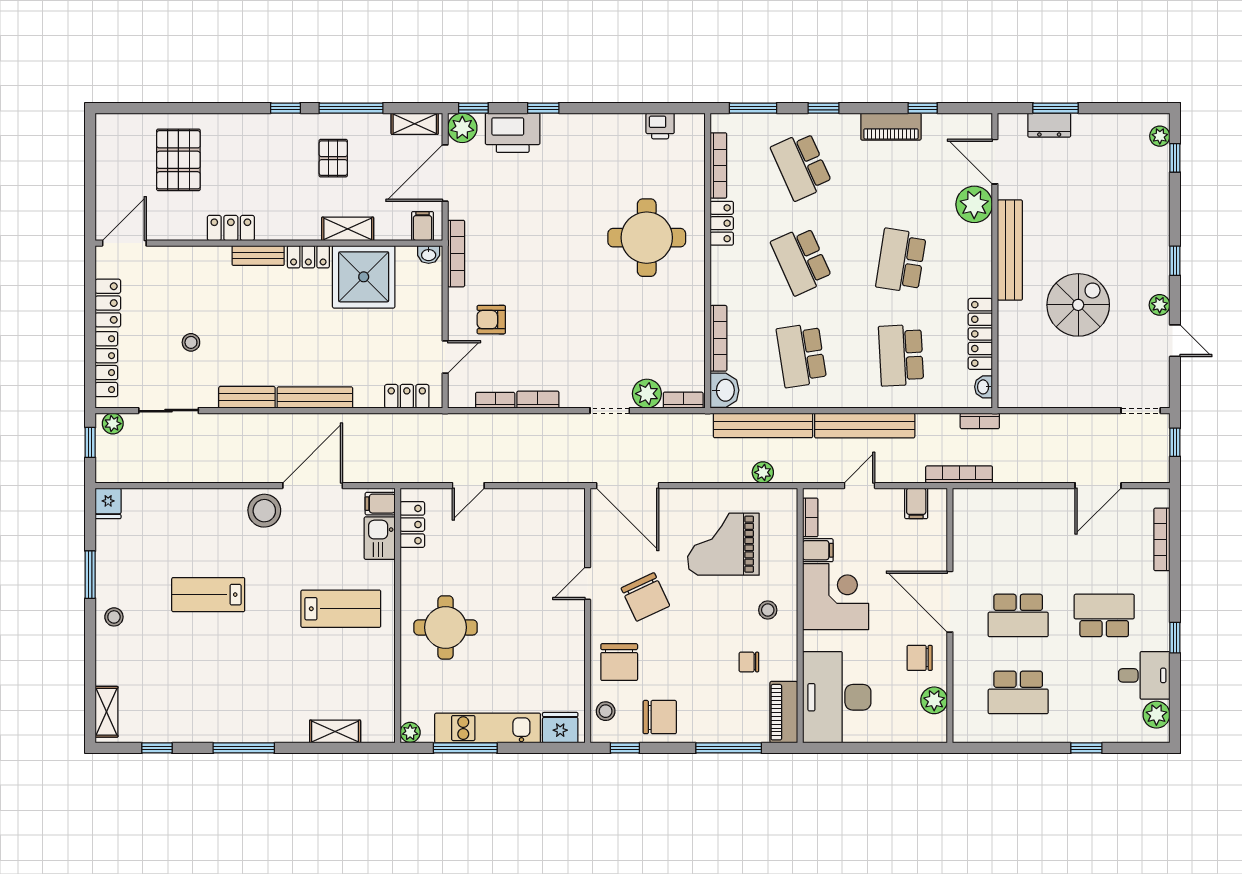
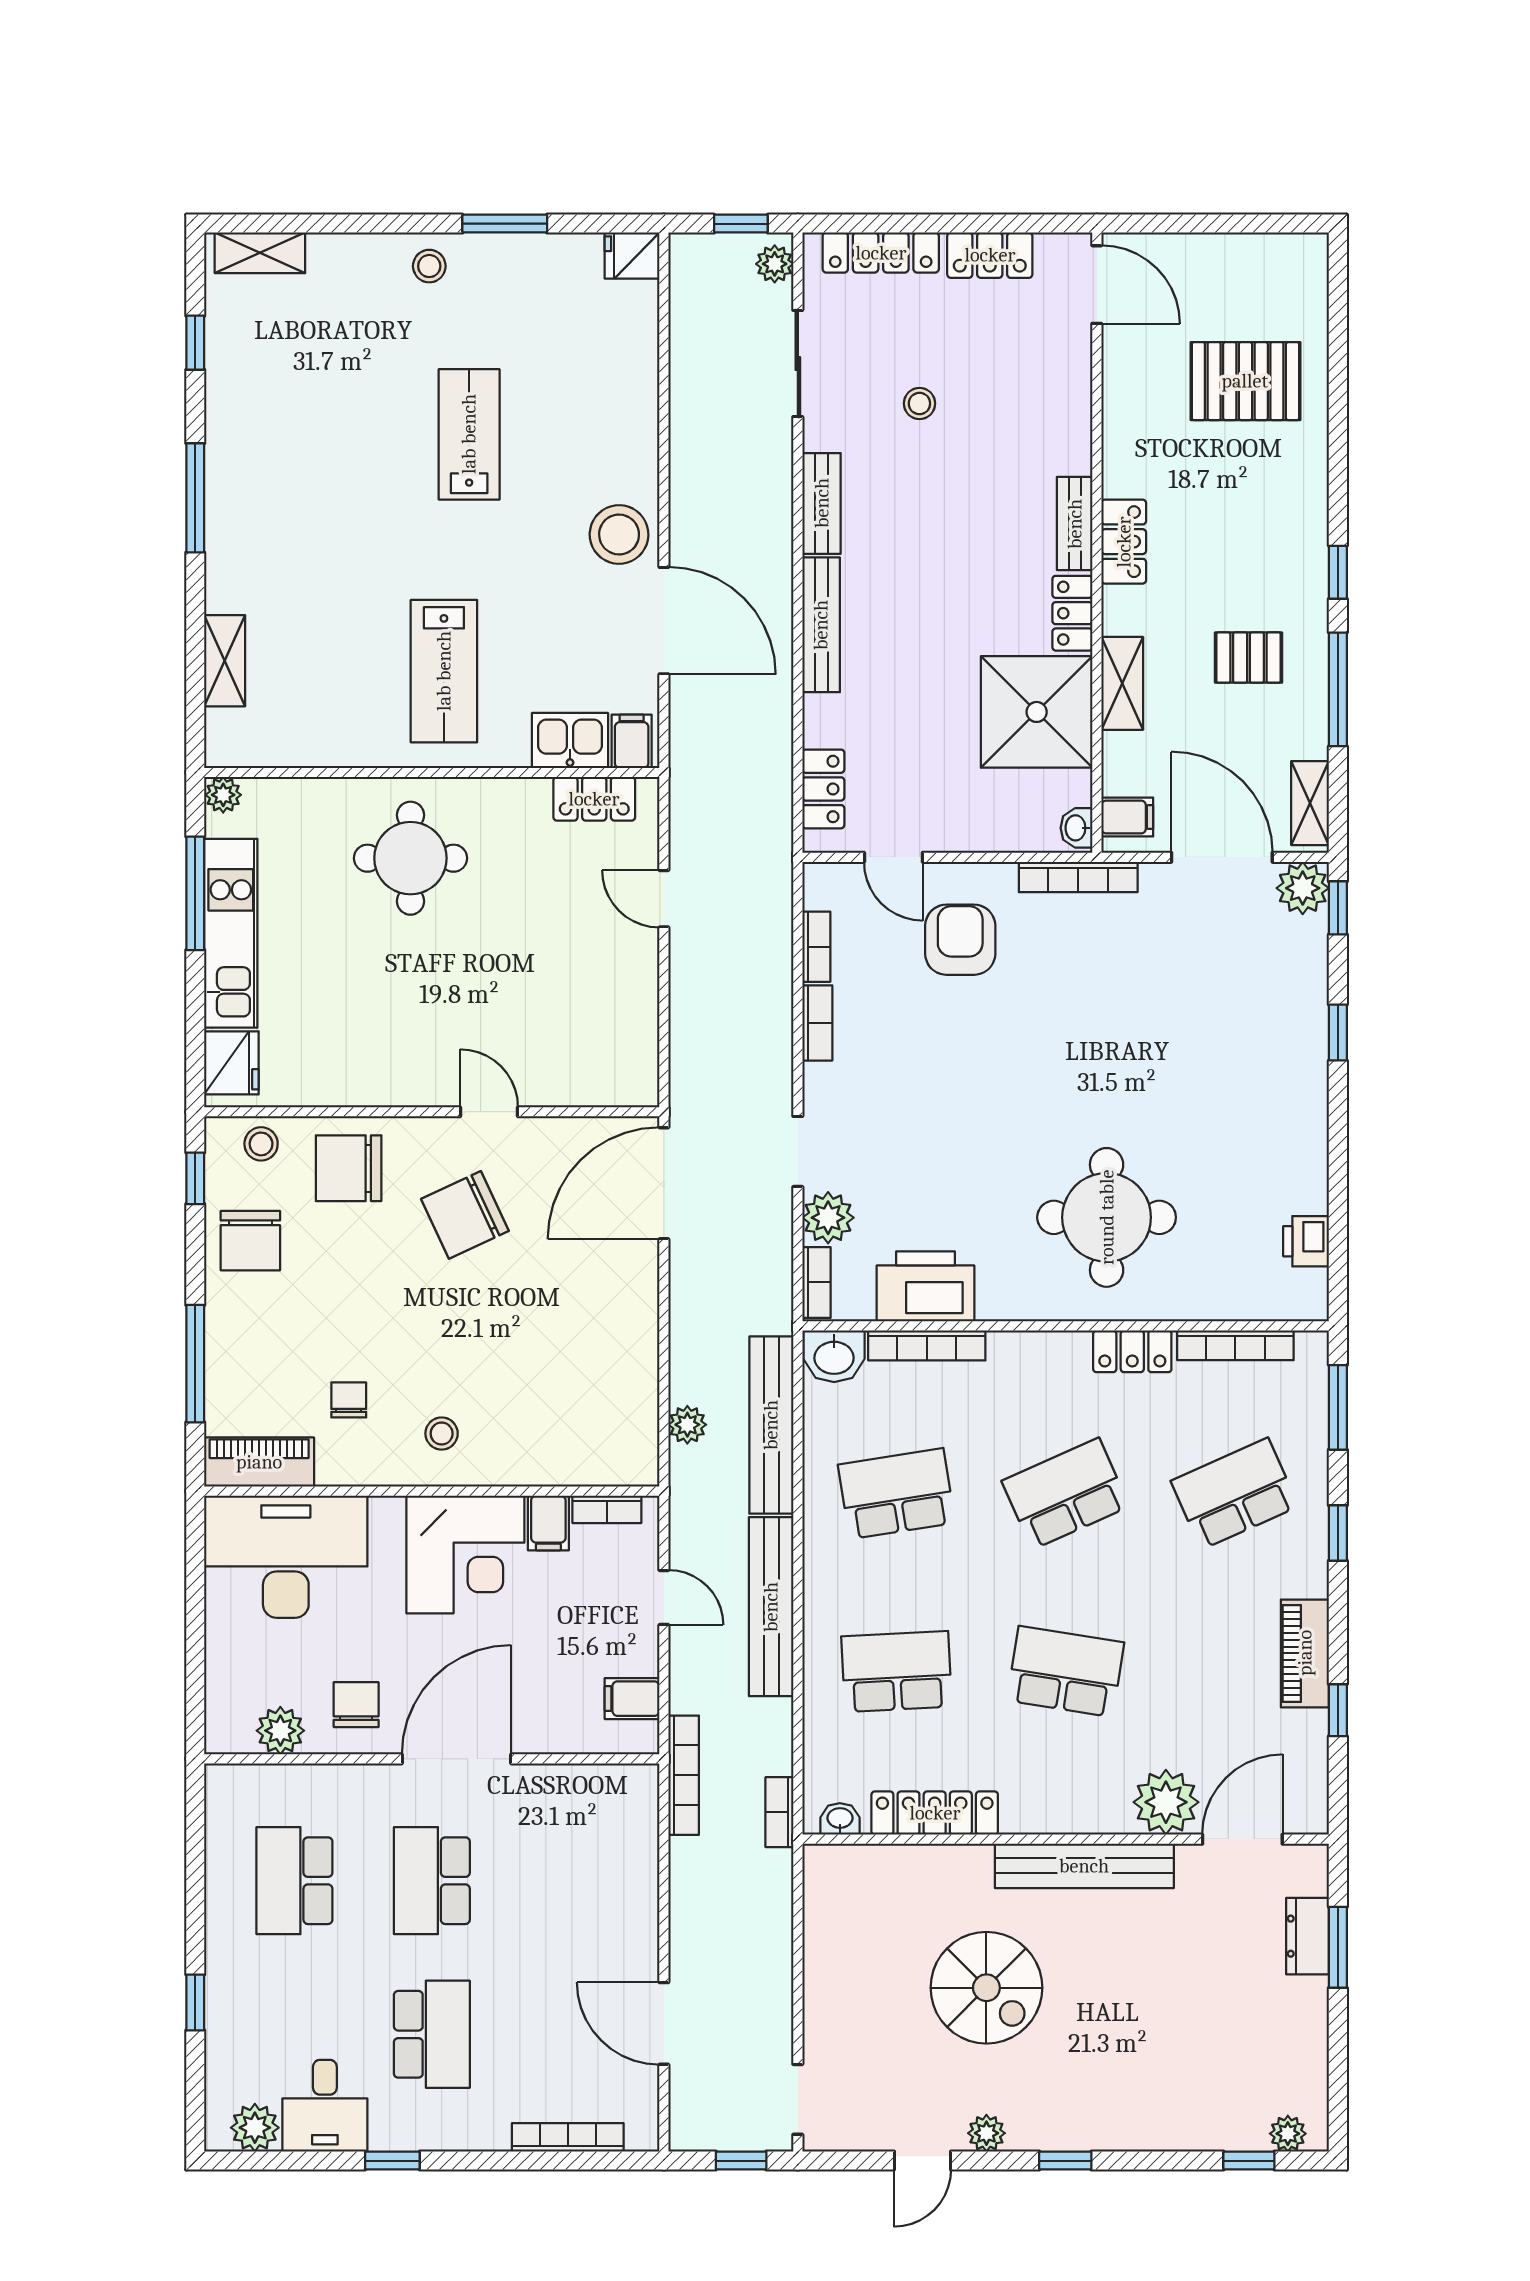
printer: (513, 133) -> (926, 1286), moved, turned 90
locker: (231, 228) -> (1124, 542), moved
armchair: (491, 320) -> (960, 940), width x1.38, depth x1.38
grand piano: (723, 544) -> (559, 1354), removed

